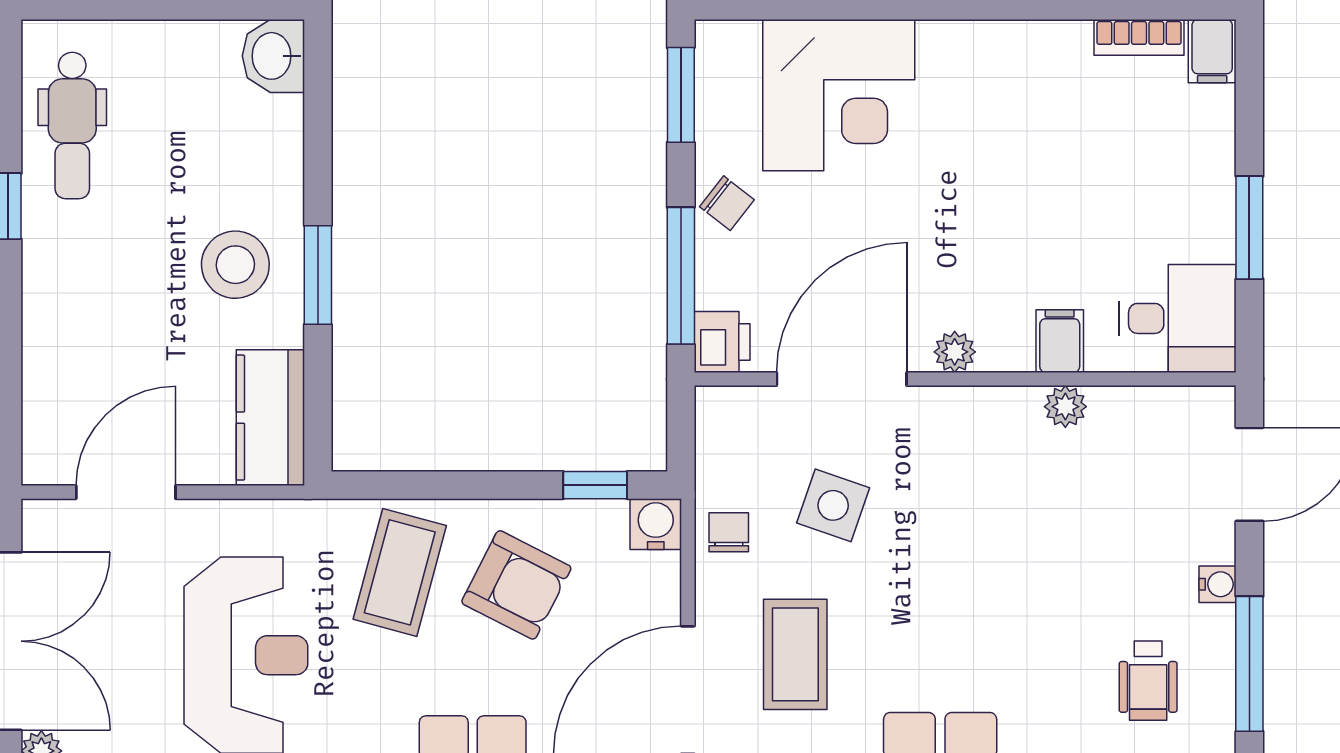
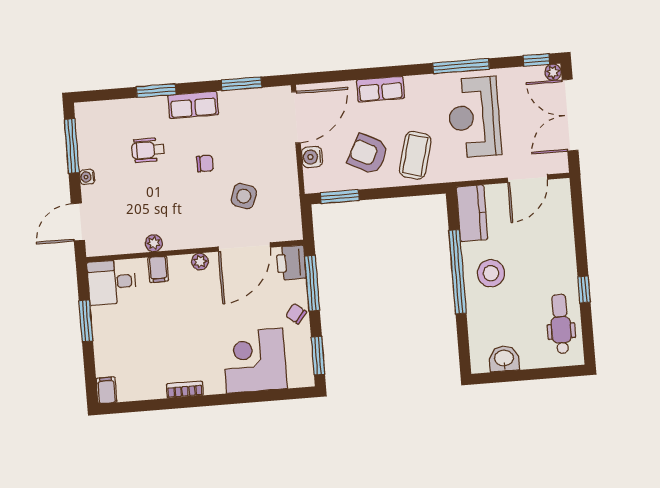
bookcase: (1139, 37) -> (185, 390), moved
washbasin: (273, 56) -> (504, 359), moved, turned -90
window: (318, 275) -> (458, 272), width x2.11
printer: (722, 342) -> (291, 263), width x1.36, depth x1.24
window: (595, 485) -> (340, 197), width x1.50
water cooler: (656, 524) -> (312, 157), moved, turned 90
chair: (729, 532) -> (205, 164), moved, turned -90
coffee table: (795, 654) -> (254, 135), removed
wheelchair: (1148, 681) -> (148, 150), moved, turned -90

